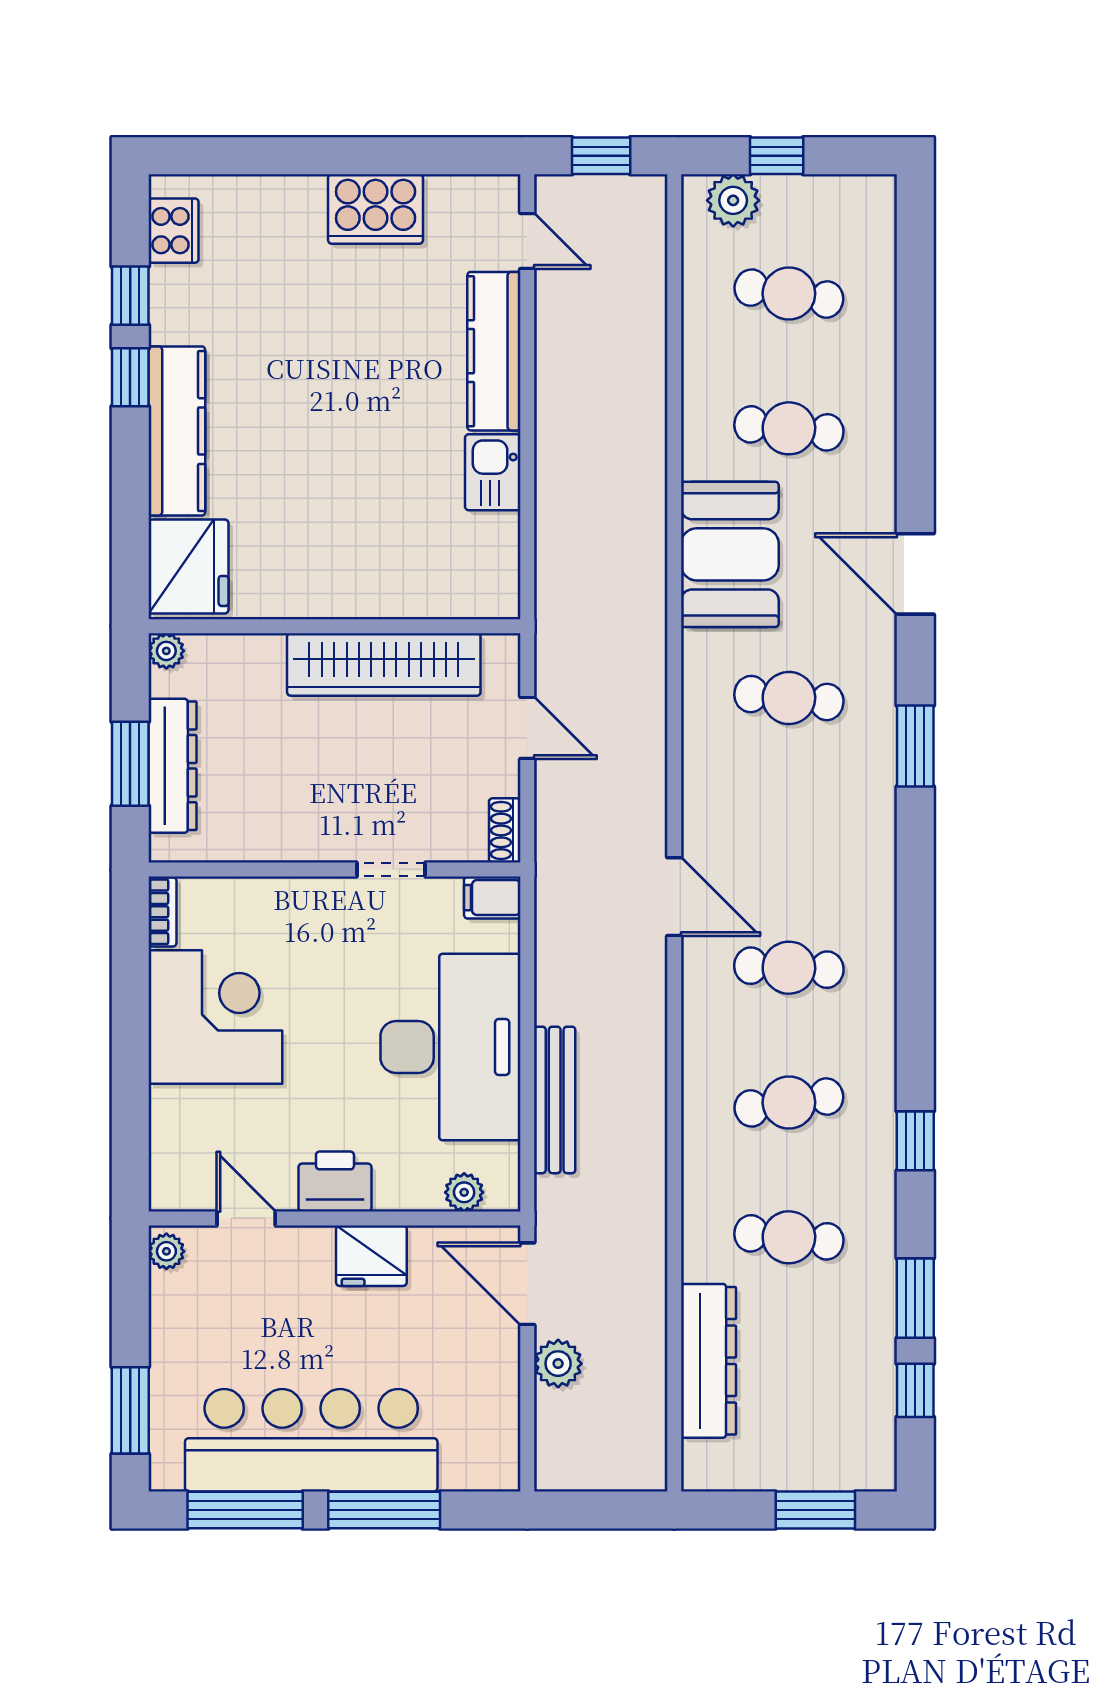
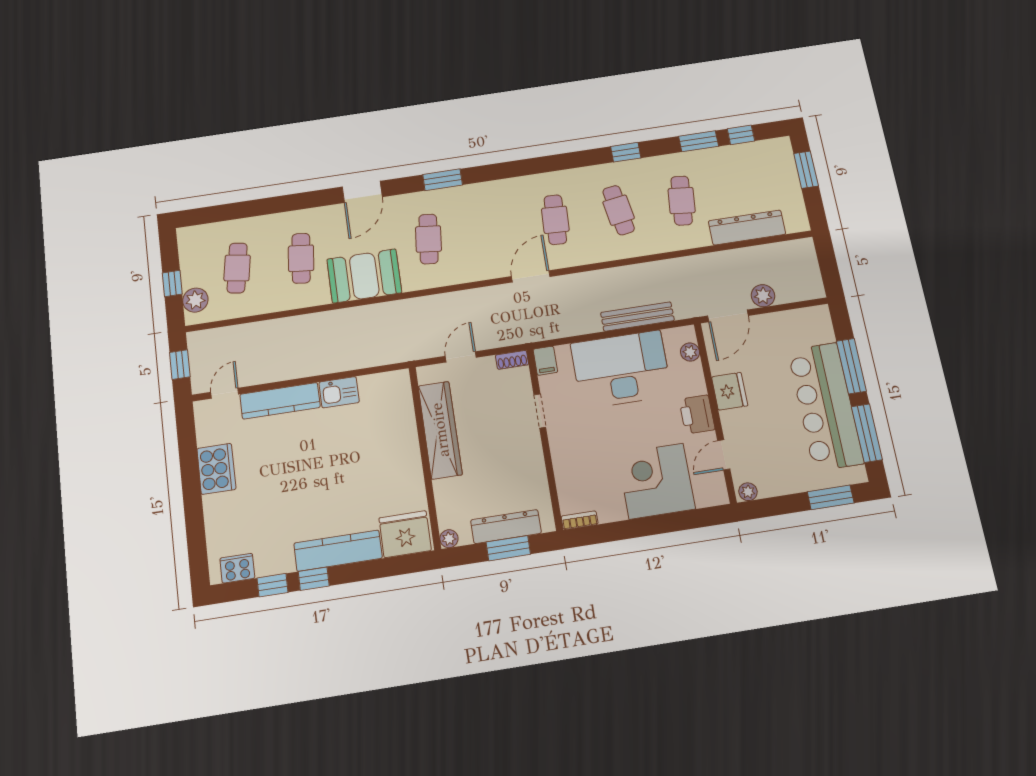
corner desk: (215, 1017) -> (656, 481), moved

